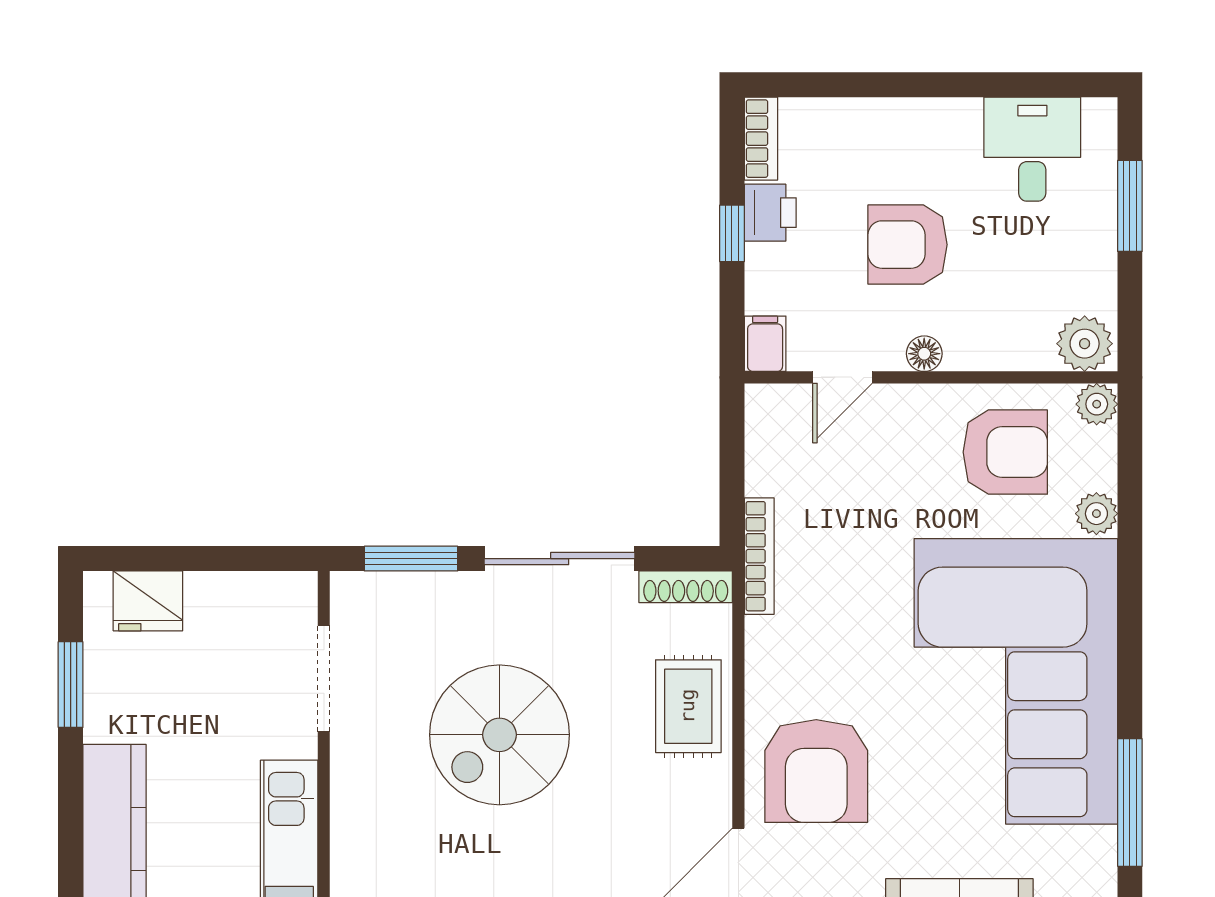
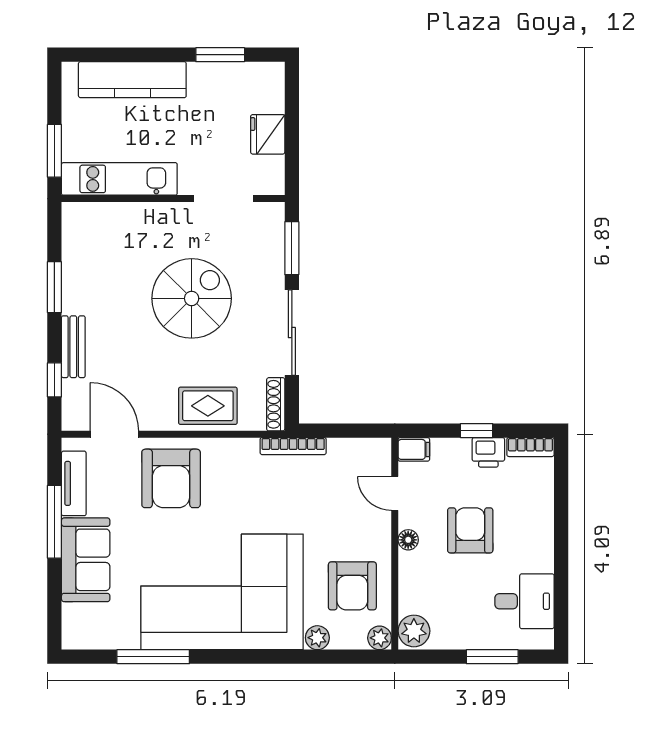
fridge: (148, 601) -> (268, 134), moved
spiral stairs: (499, 735) -> (192, 298), turned 90
armchair: (816, 771) -> (171, 478), turned -90

